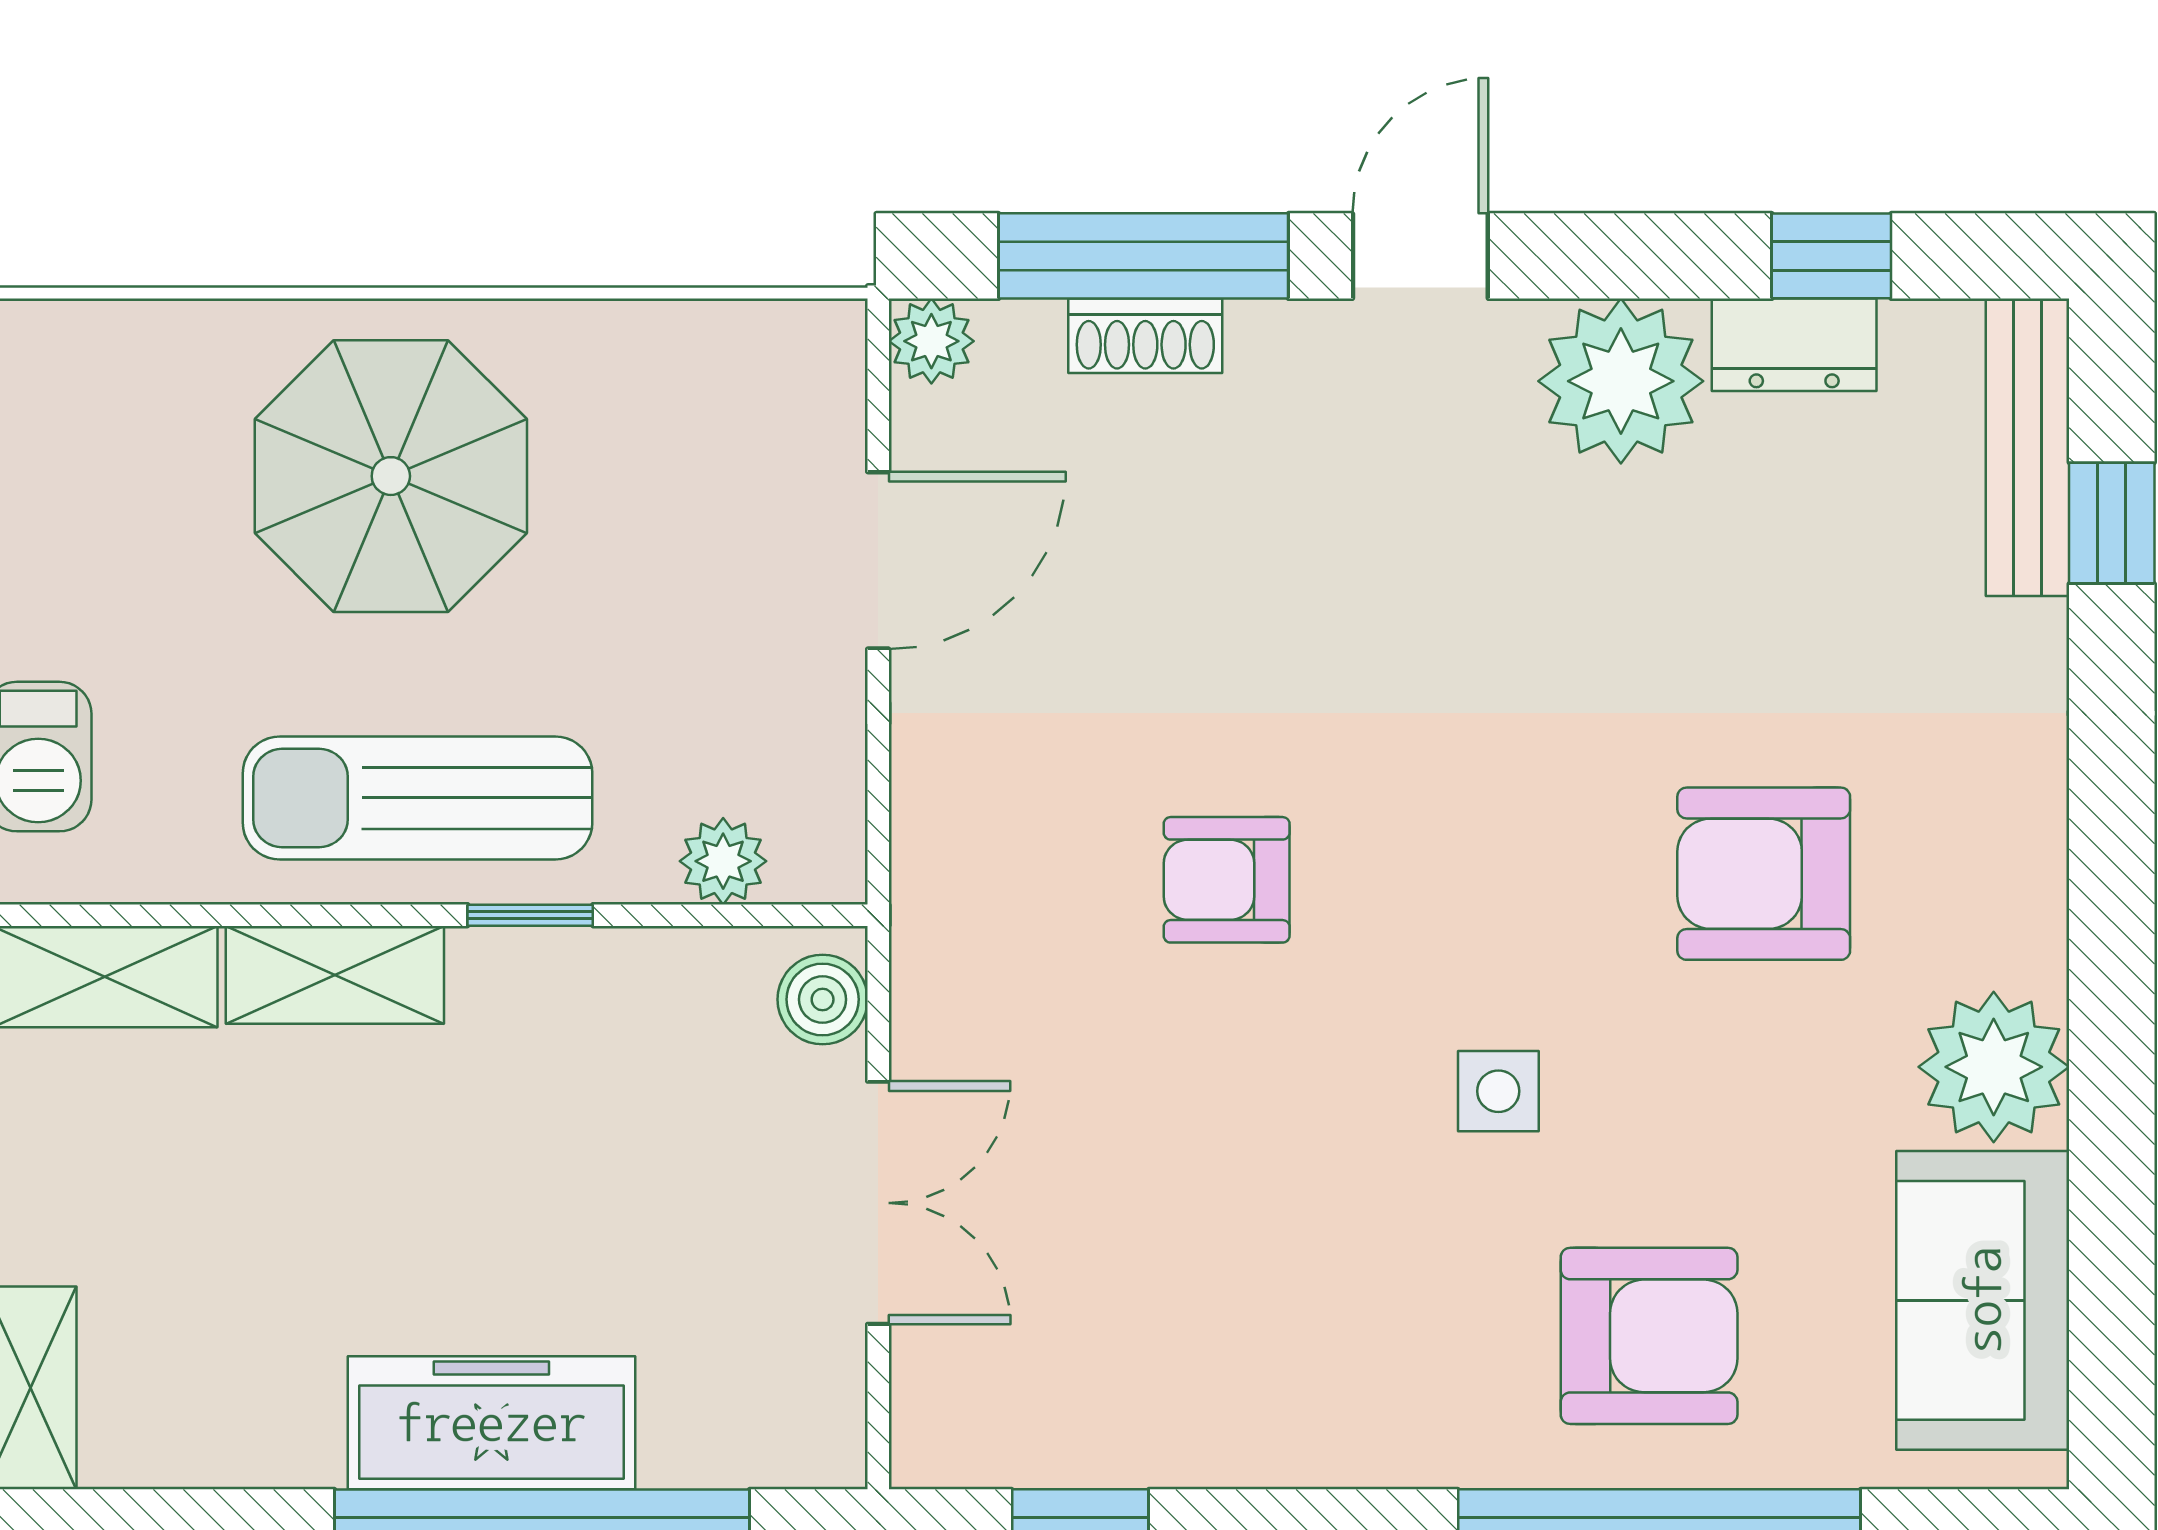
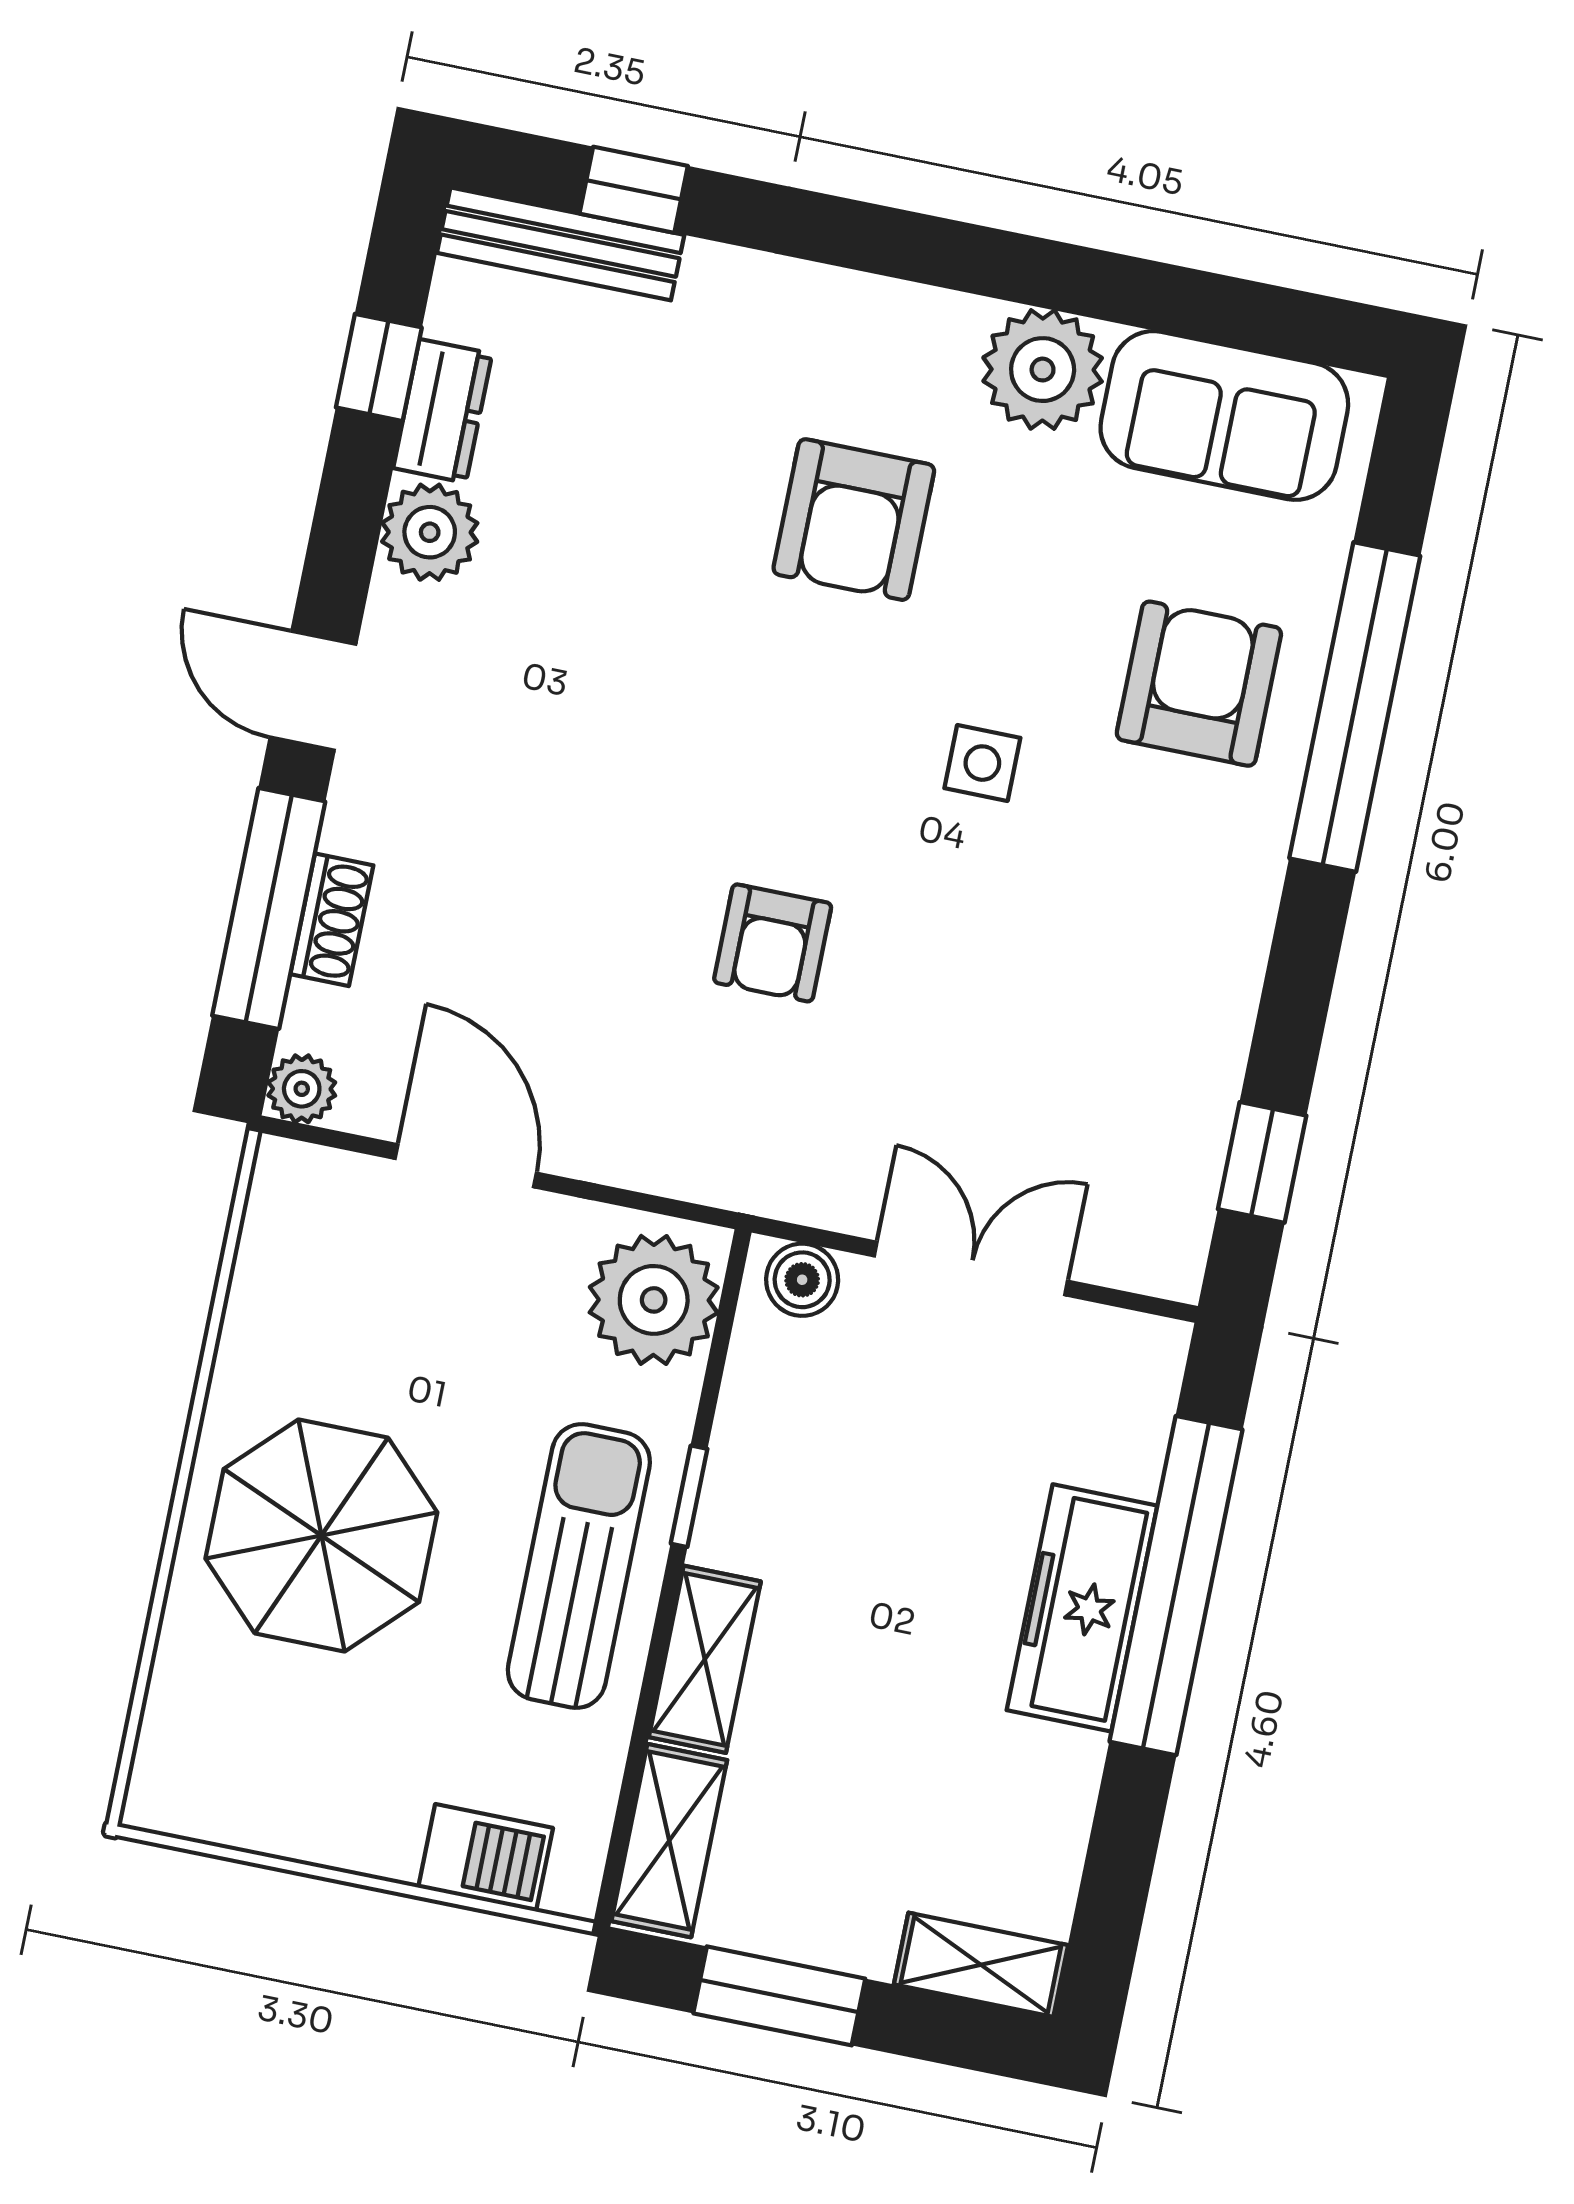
plant: (1621, 381) -> (430, 532), width x0.73, depth x0.73
sun lounger: (418, 798) -> (579, 1566), turned 180
plant: (723, 861) -> (654, 1300), width x1.88, depth x1.88

